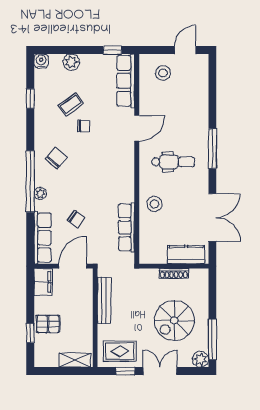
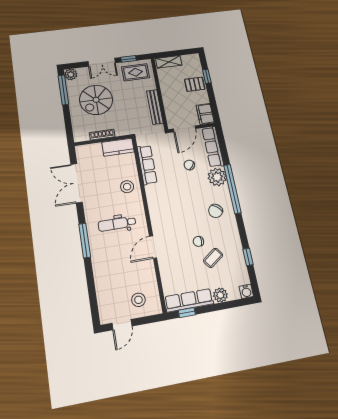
row of seats: (126, 81) -> (189, 300), moved, turned -90
plant: (40, 194) -> (217, 177), width x1.88, depth x1.88
kitchen counter: (186, 255) -> (118, 147), moved
spiral stairs: (174, 320) -> (96, 100), turned 180

